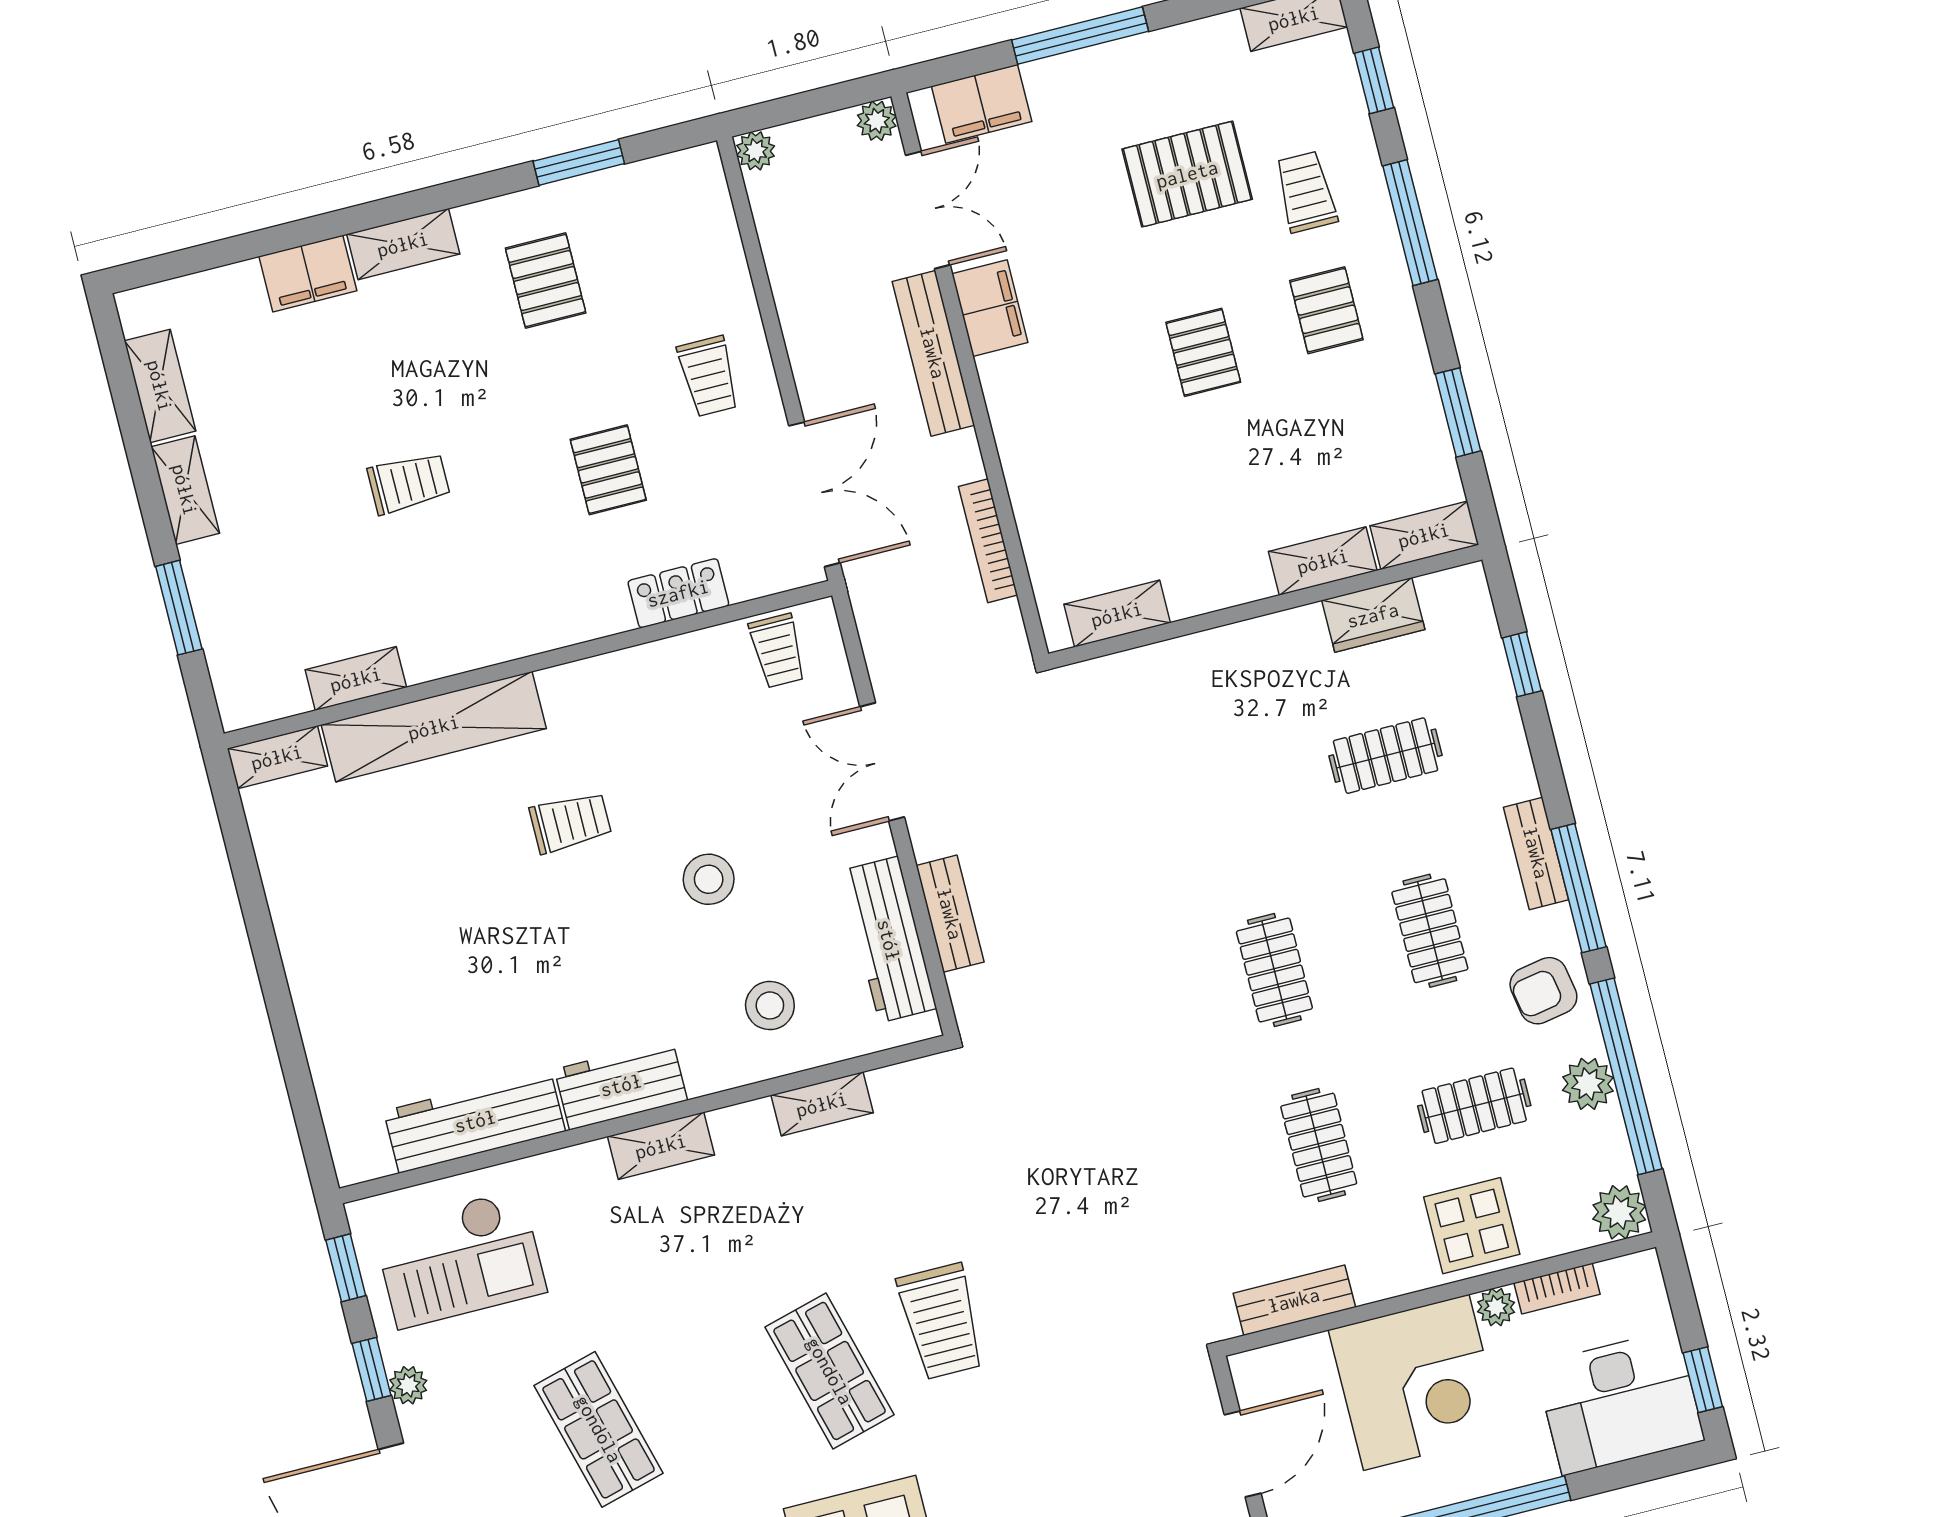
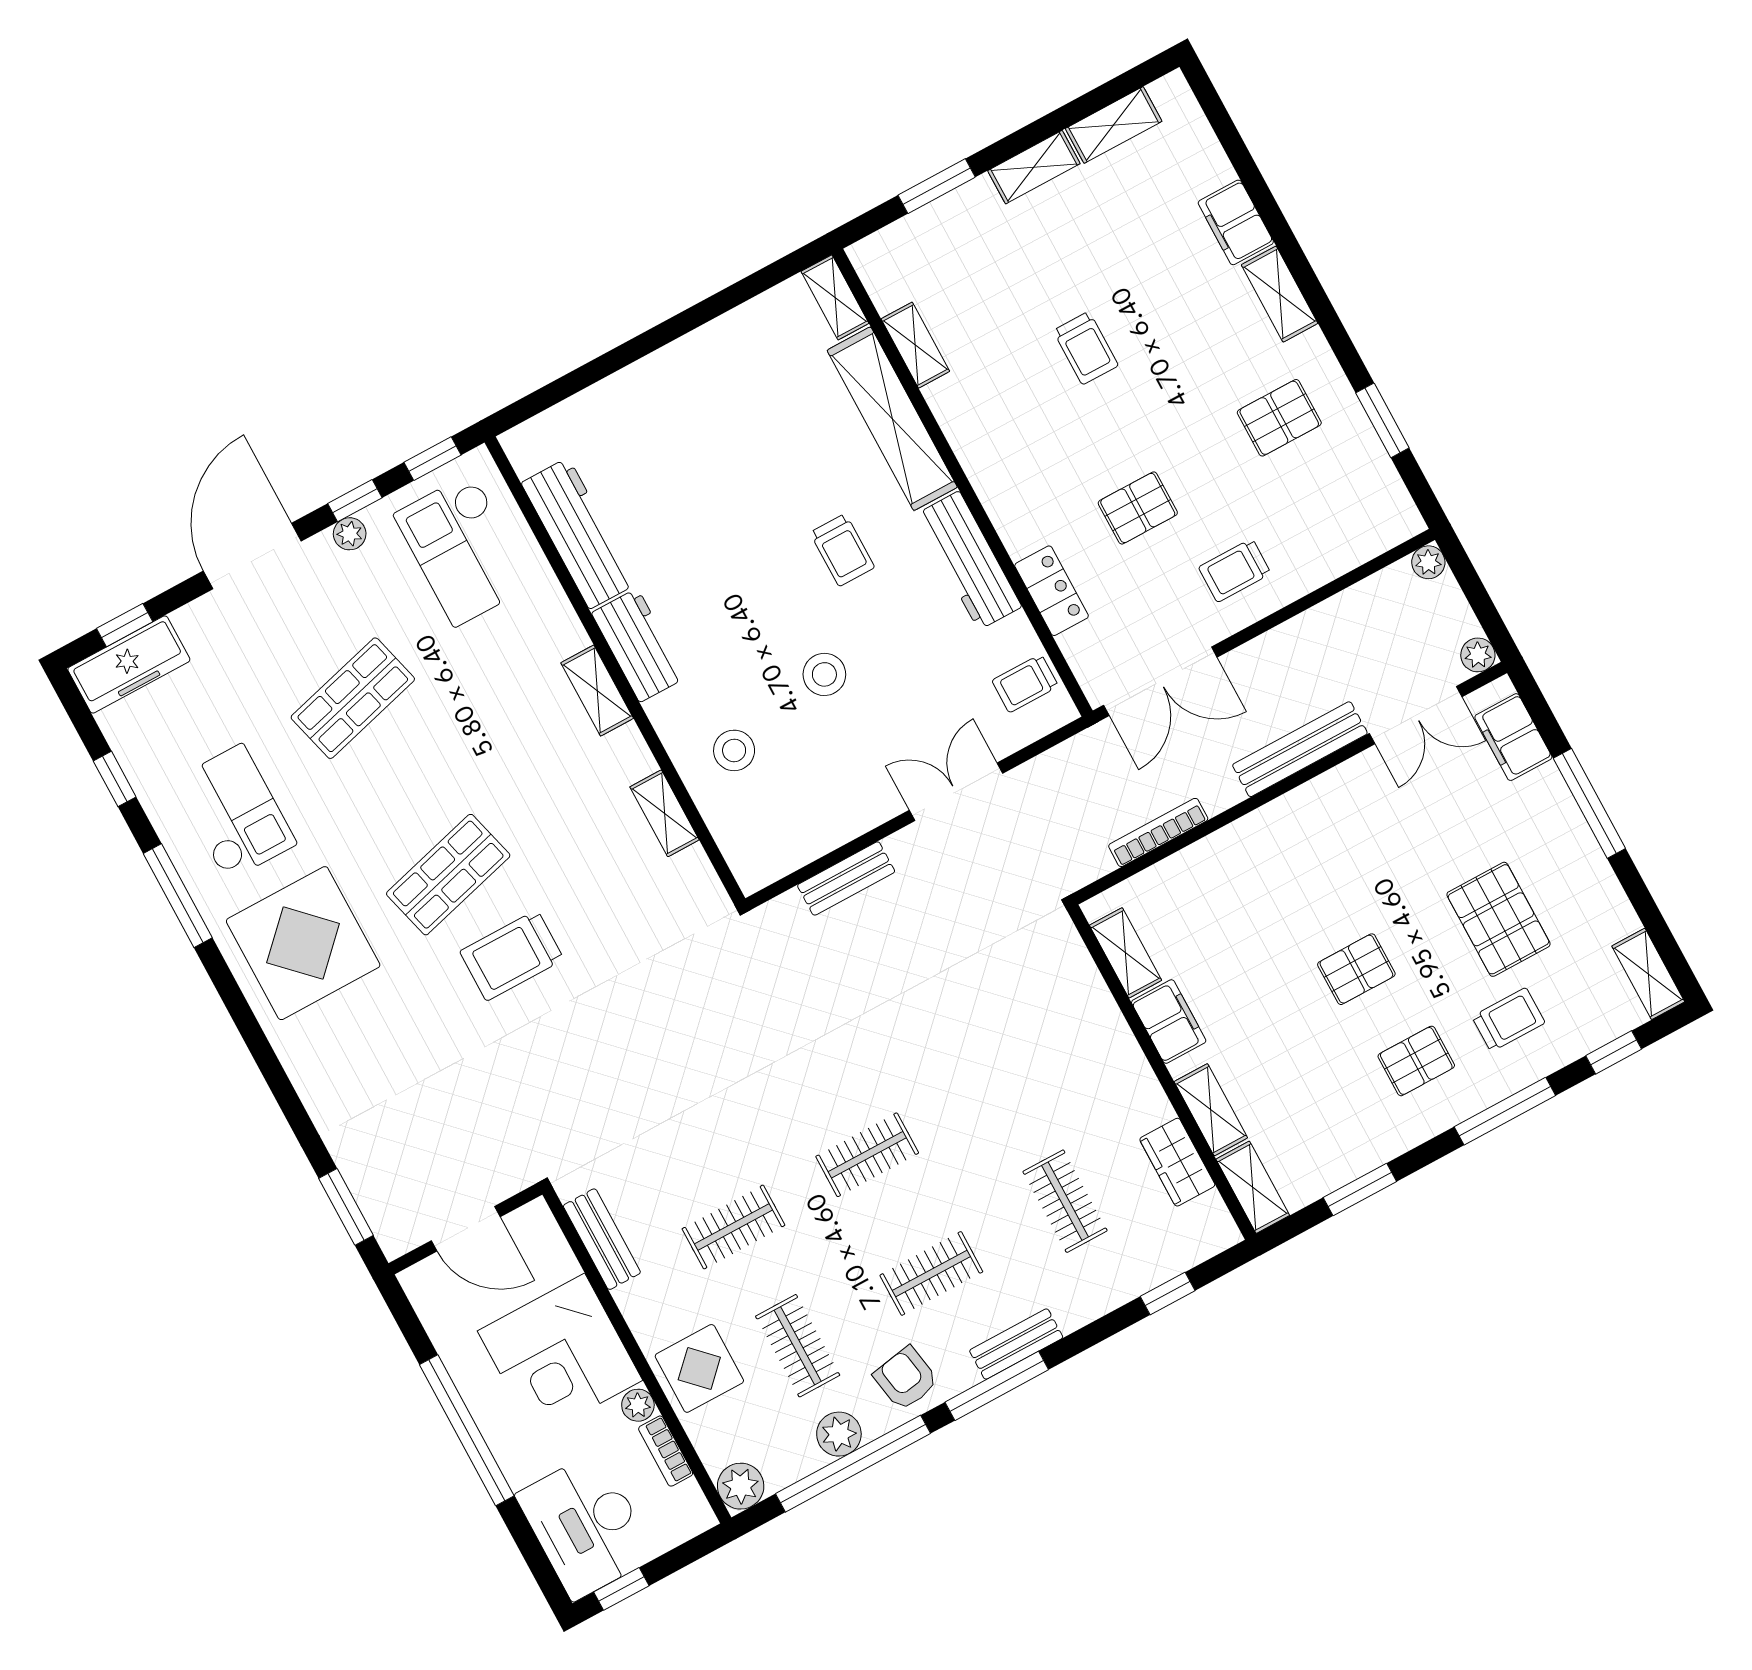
filing cabinet: (990, 308) -> (1169, 1022), moved, turned -90
workbench: (889, 940) -> (969, 560), moved, turned -90

